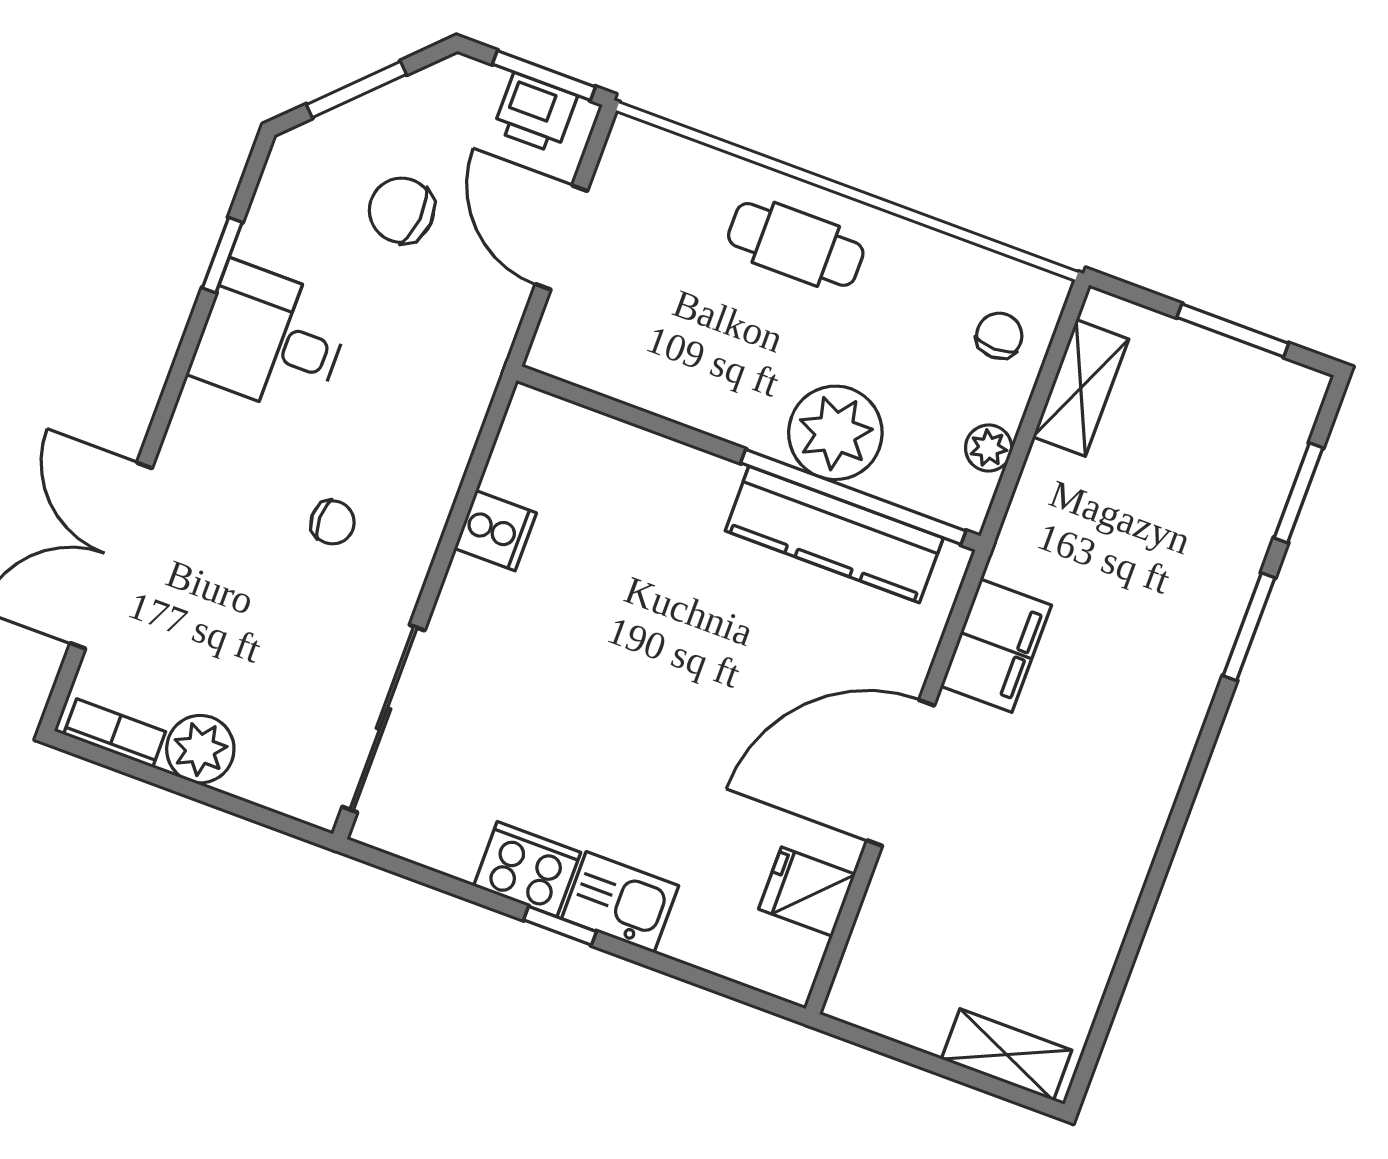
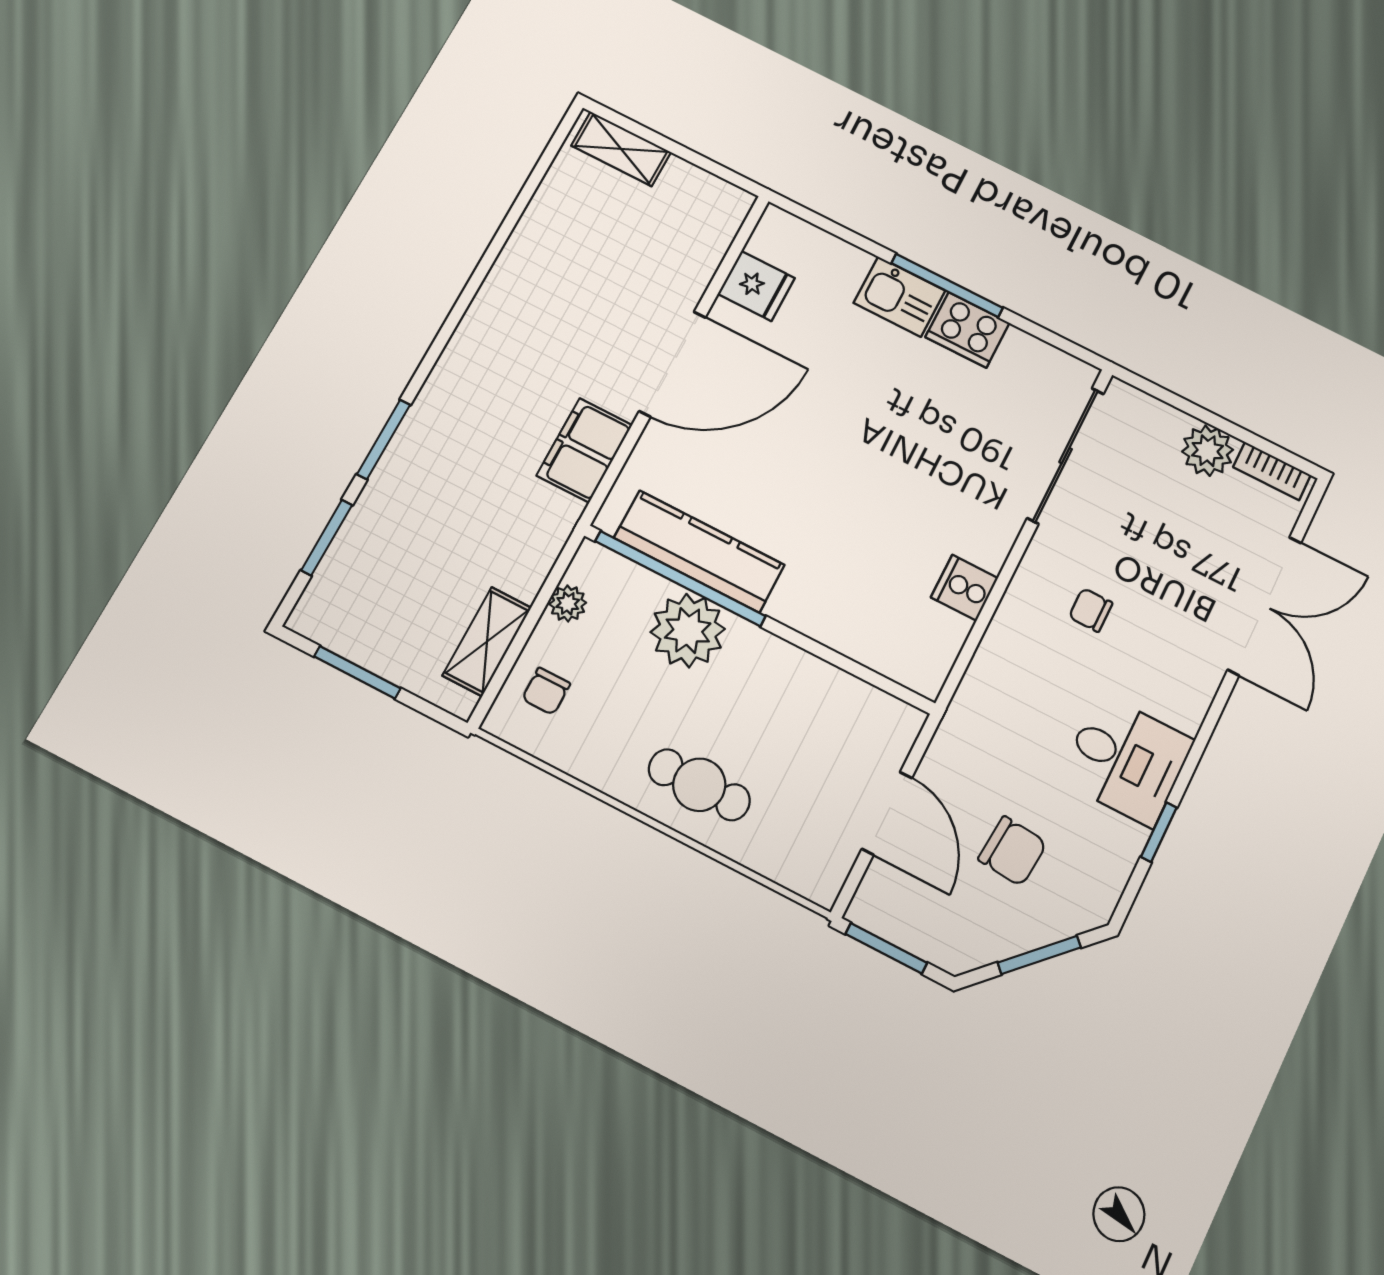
printer: (535, 113) -> (897, 918), removed
window: (560, 926) -> (947, 285), width x2.17

